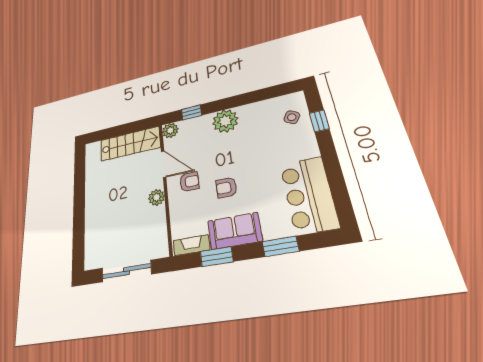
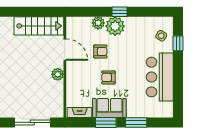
window: (191, 112) -> (119, 12), moved
plant: (170, 130) -> (98, 23), moved
armchair: (189, 182) -> (100, 51), moved
bar counter: (309, 195) -> (160, 77), moved
window: (217, 257) -> (106, 122), moved

